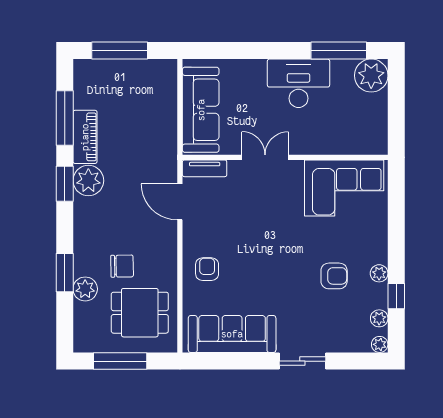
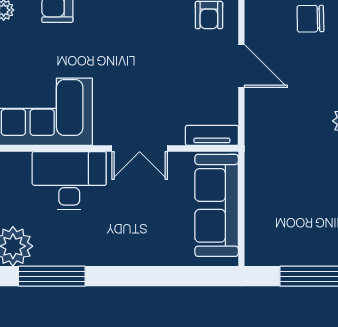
desk: (298, 83) -> (69, 181), moved, turned 180
door: (180, 202) -> (241, 66), moved

